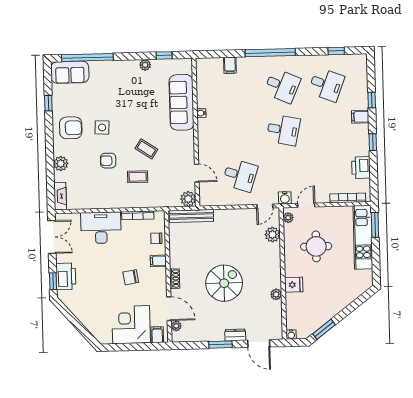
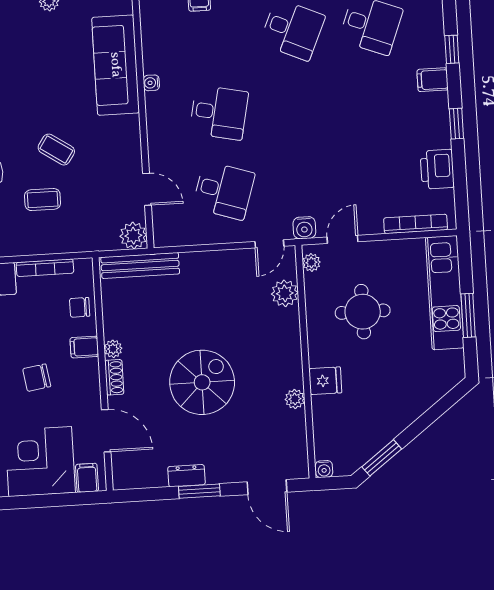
desk: (283, 130) -> (219, 112), moved
window: (375, 225) -> (468, 315), moved
plant: (176, 326) -> (113, 349), moved
dresser: (235, 335) -> (186, 476), moved

